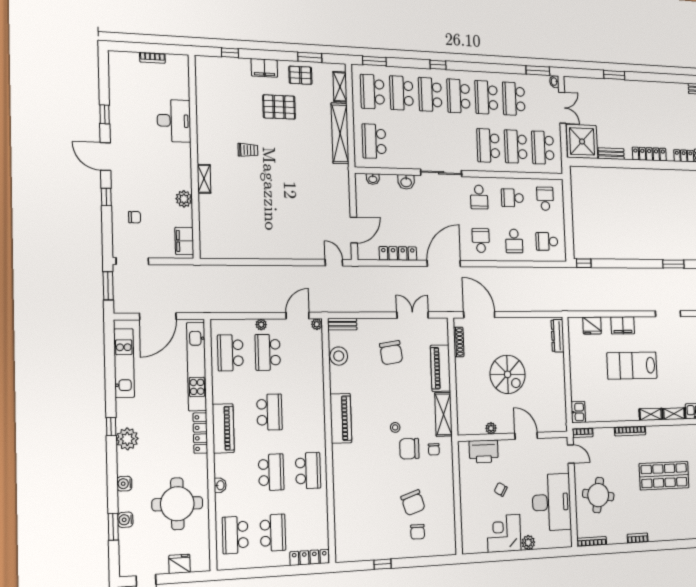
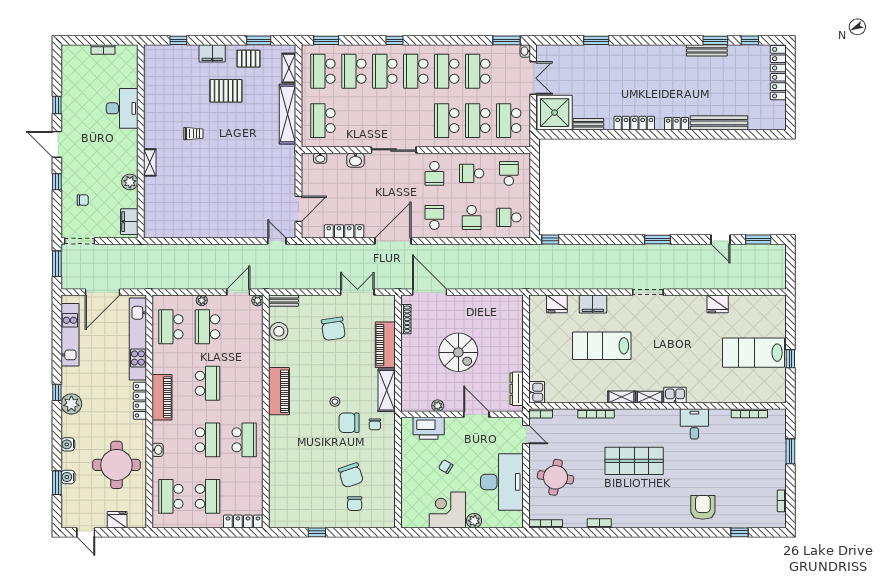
dresser: (558, 336) -> (517, 389), moved

